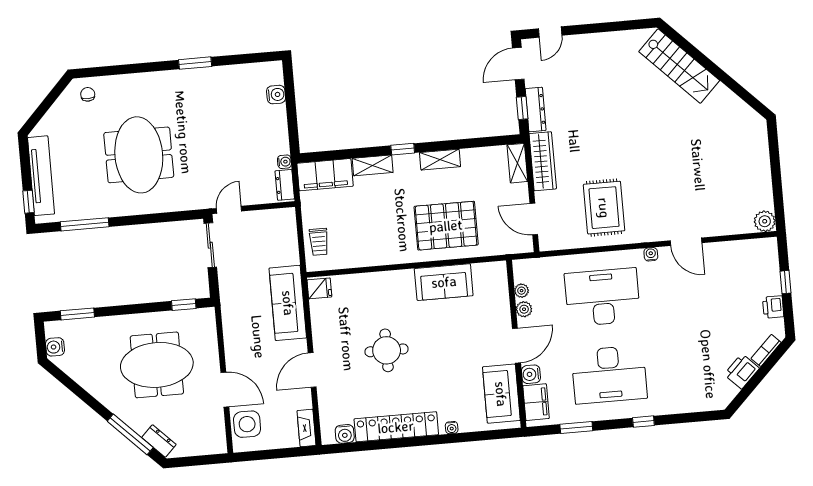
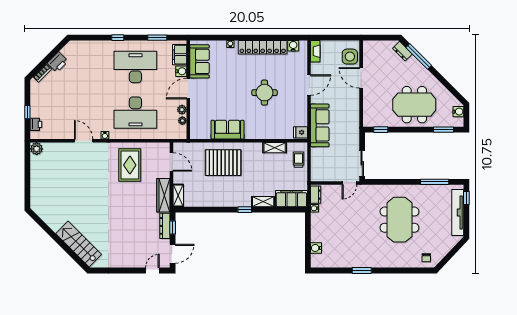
shelving: (440, 160) -> (275, 148), moved
printer: (773, 307) -> (36, 124), moved
meeting table: (157, 365) -> (414, 105), moved

